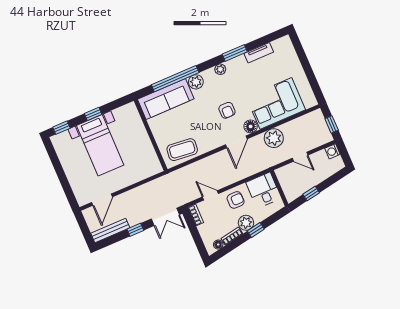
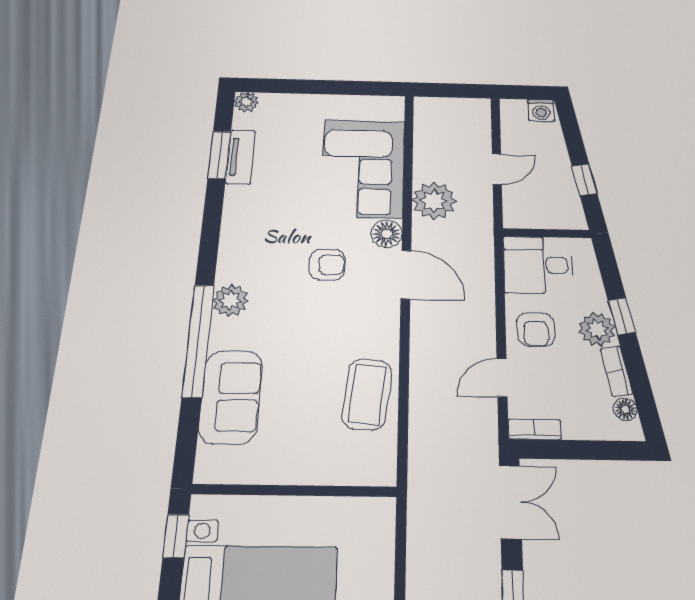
window: (235, 53) -> (219, 155), moved
plant: (220, 69) -> (246, 102), moved
sofa: (166, 99) -> (231, 397), width x0.73
window: (93, 114) -> (176, 536), moved
window: (332, 124) -> (457, 91), removed
wall: (151, 135) -> (294, 490), moved
washing machine: (332, 151) -> (541, 110), moved
armchair: (236, 200) -> (536, 329), turned 180

